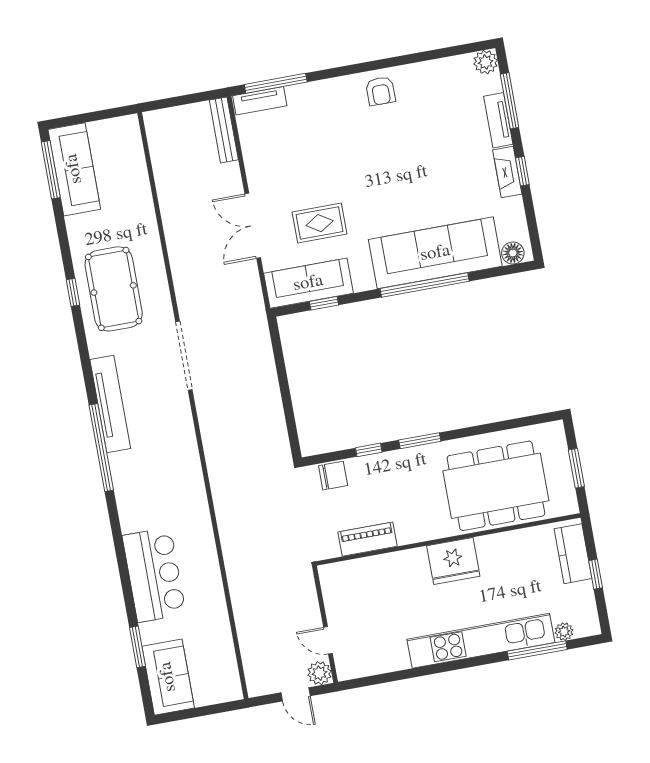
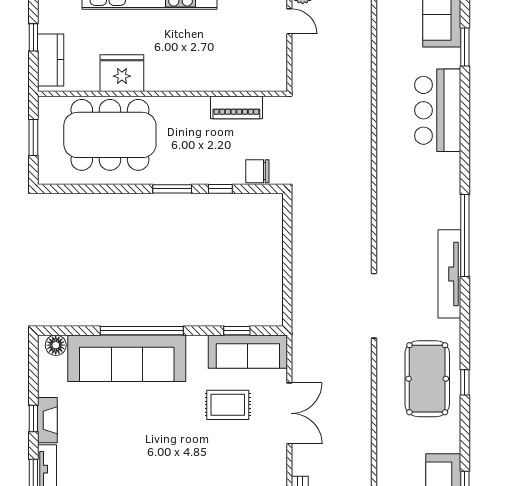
fridge: (453, 561) -> (122, 73), moved

